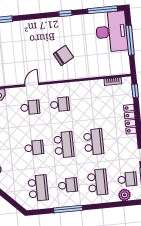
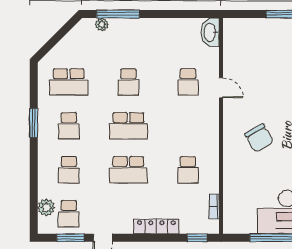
school desk: (60, 104) -> (188, 170), moved
school desk: (98, 182) -> (69, 170), width x0.54
window: (68, 209) -> (34, 123), width x0.69

